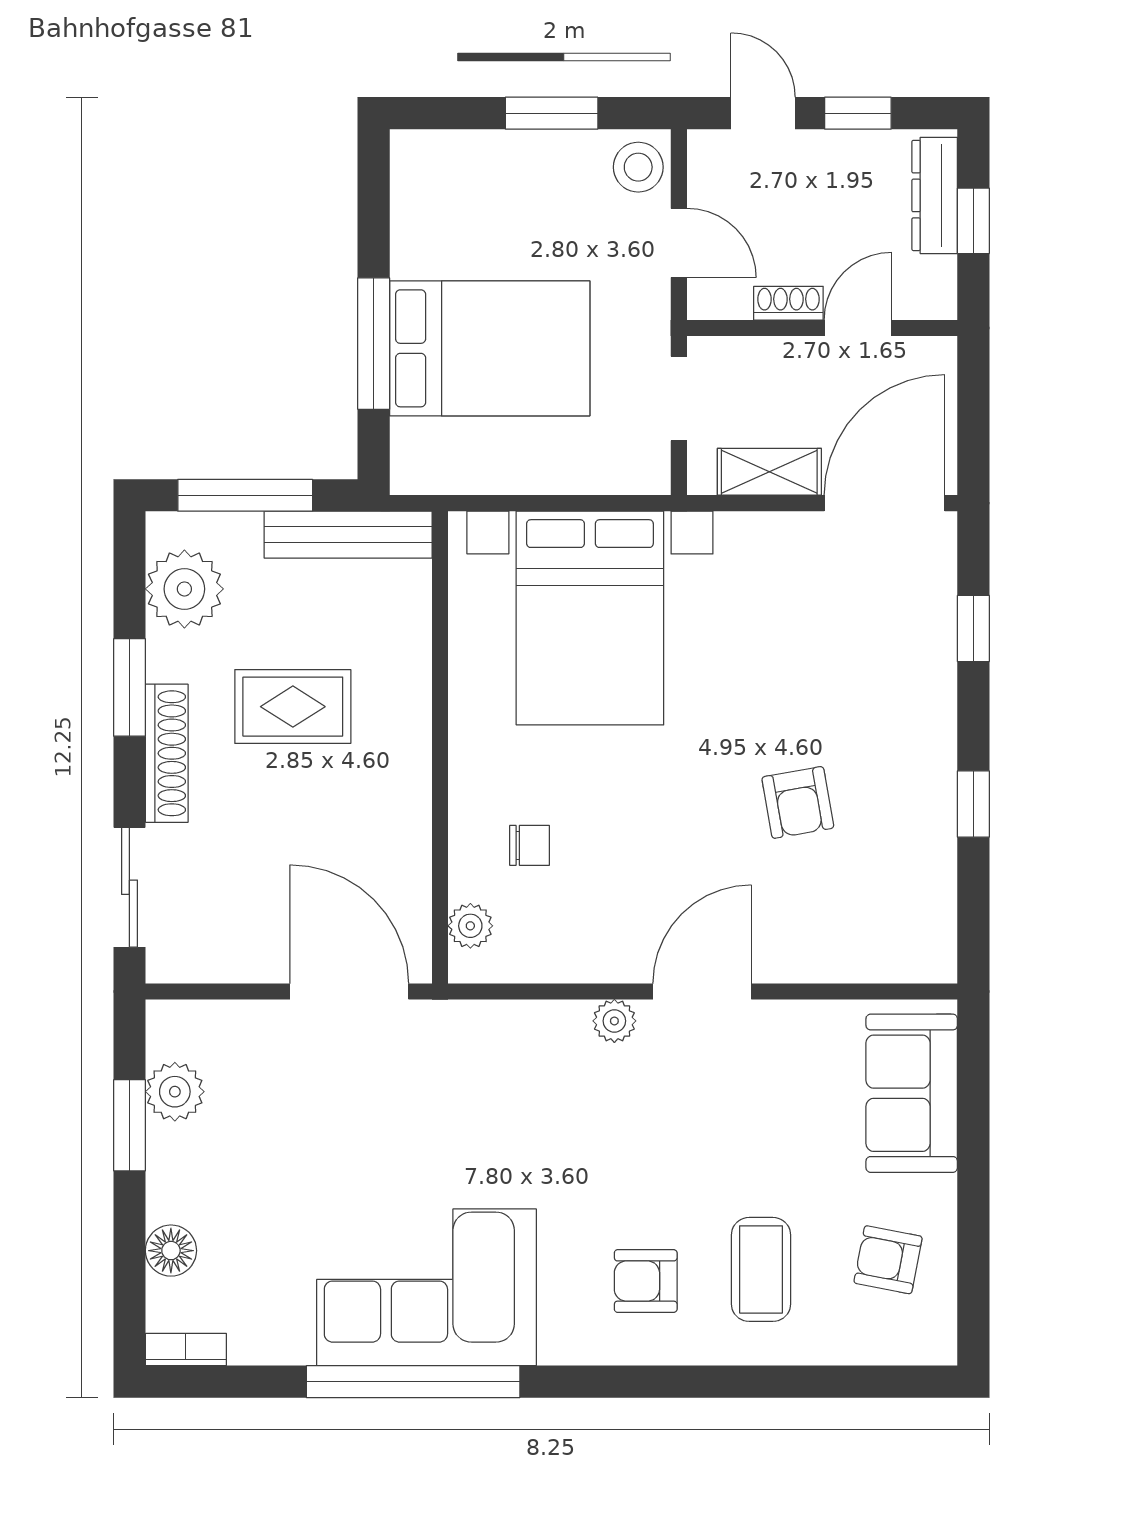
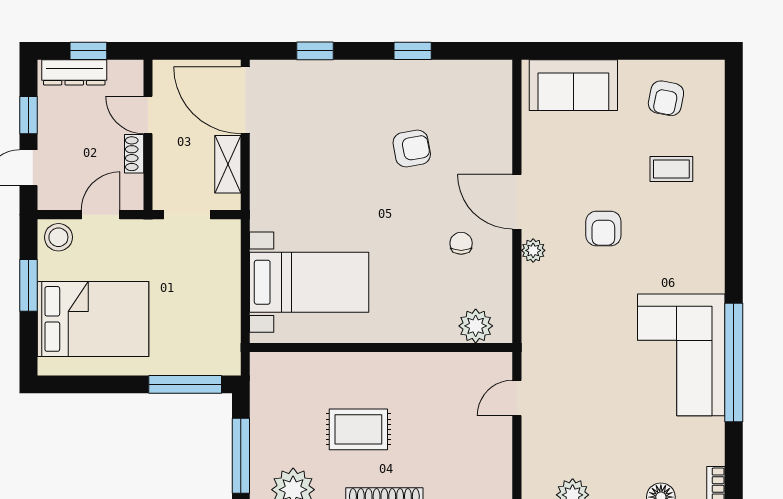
window: (374, 344) -> (185, 384), moved
bed: (490, 348) -> (93, 319), moved, turned 90
bench: (348, 535) -> (263, 399), removed
bed with nightstands: (590, 618) -> (309, 282), width x0.73
rug: (293, 707) -> (358, 429), turned 90
chair: (530, 845) -> (461, 243), moved
plant: (470, 926) -> (476, 326), width x1.38, depth x1.38
door: (349, 991) -> (517, 398), width x0.53
coffee table: (761, 1269) -> (671, 169), width x0.73, depth x0.77
armchair: (646, 1281) -> (603, 229), moved

